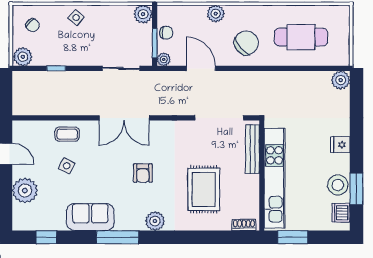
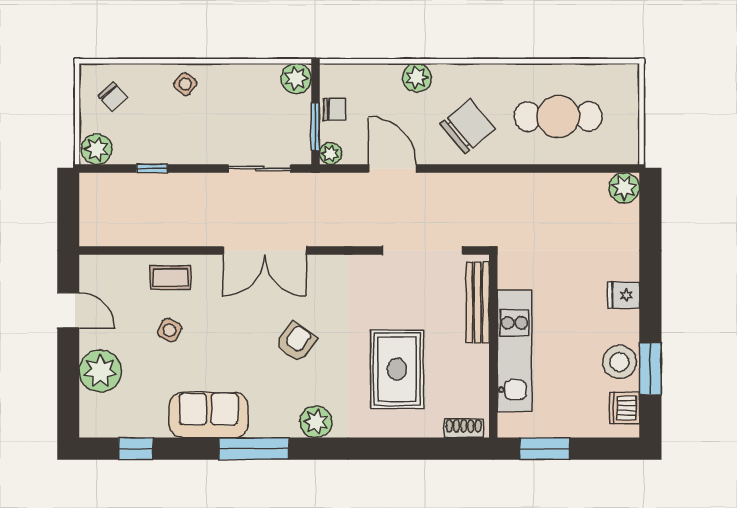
armchair: (143, 173) -> (296, 342), turned -144
kitchen unit: (275, 178) -> (514, 351), width x0.73

